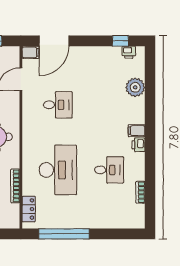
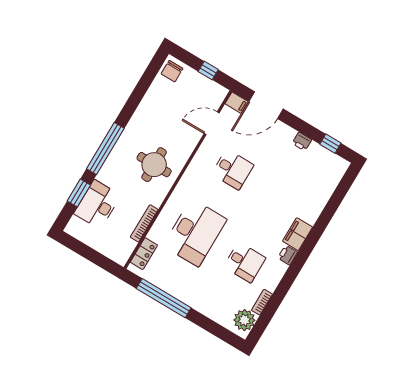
printer: (129, 52) -> (302, 141), moved
plant: (135, 87) -> (244, 320), moved
filing cabinet: (137, 131) -> (298, 234), width x2.00

